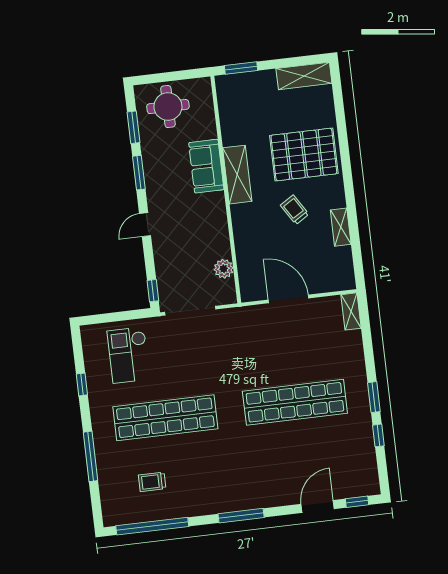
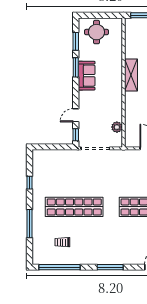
sofa: (206, 166) -> (87, 76), moved, turned 180
door: (145, 225) -> (76, 115), moved
checkout: (128, 355) -> (58, 169), removed

